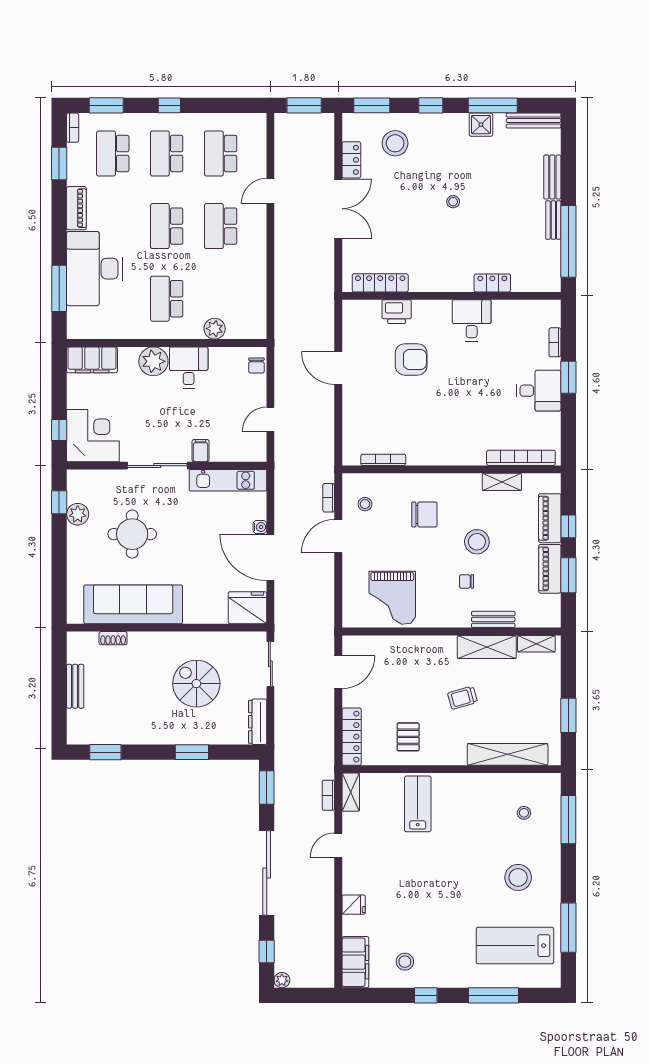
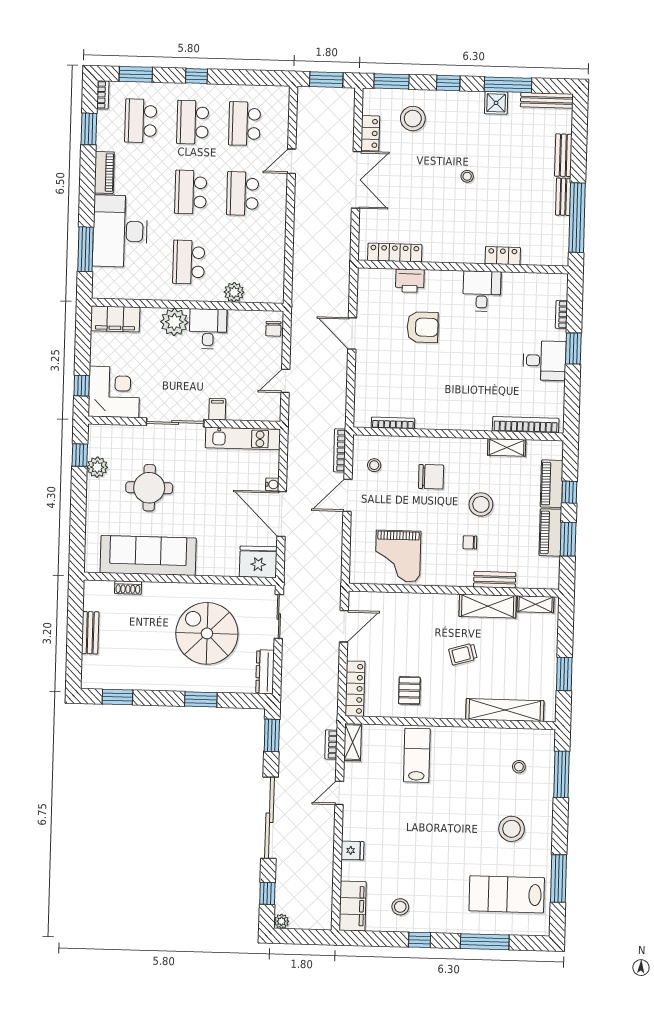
bookcase: (329, 498) -> (340, 450), width x1.56
spiral stairs: (196, 684) -> (207, 633), width x1.37, depth x1.37

